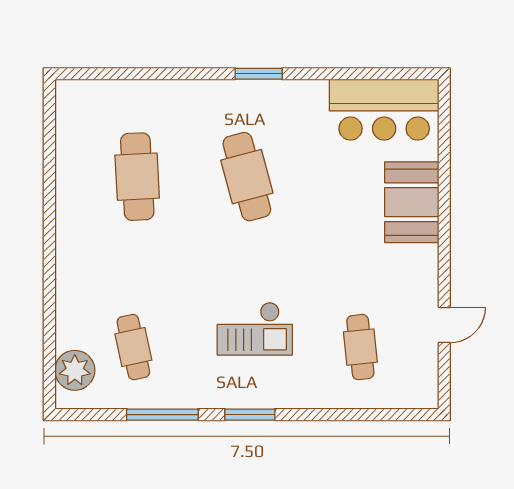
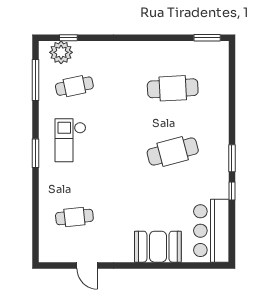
window: (315, 74) -> (232, 191), added
window: (49, 117) -> (207, 38), added
checkout: (255, 329) -> (70, 140), moved
window: (49, 357) -> (68, 38), added
window: (162, 415) -> (35, 80), moved

